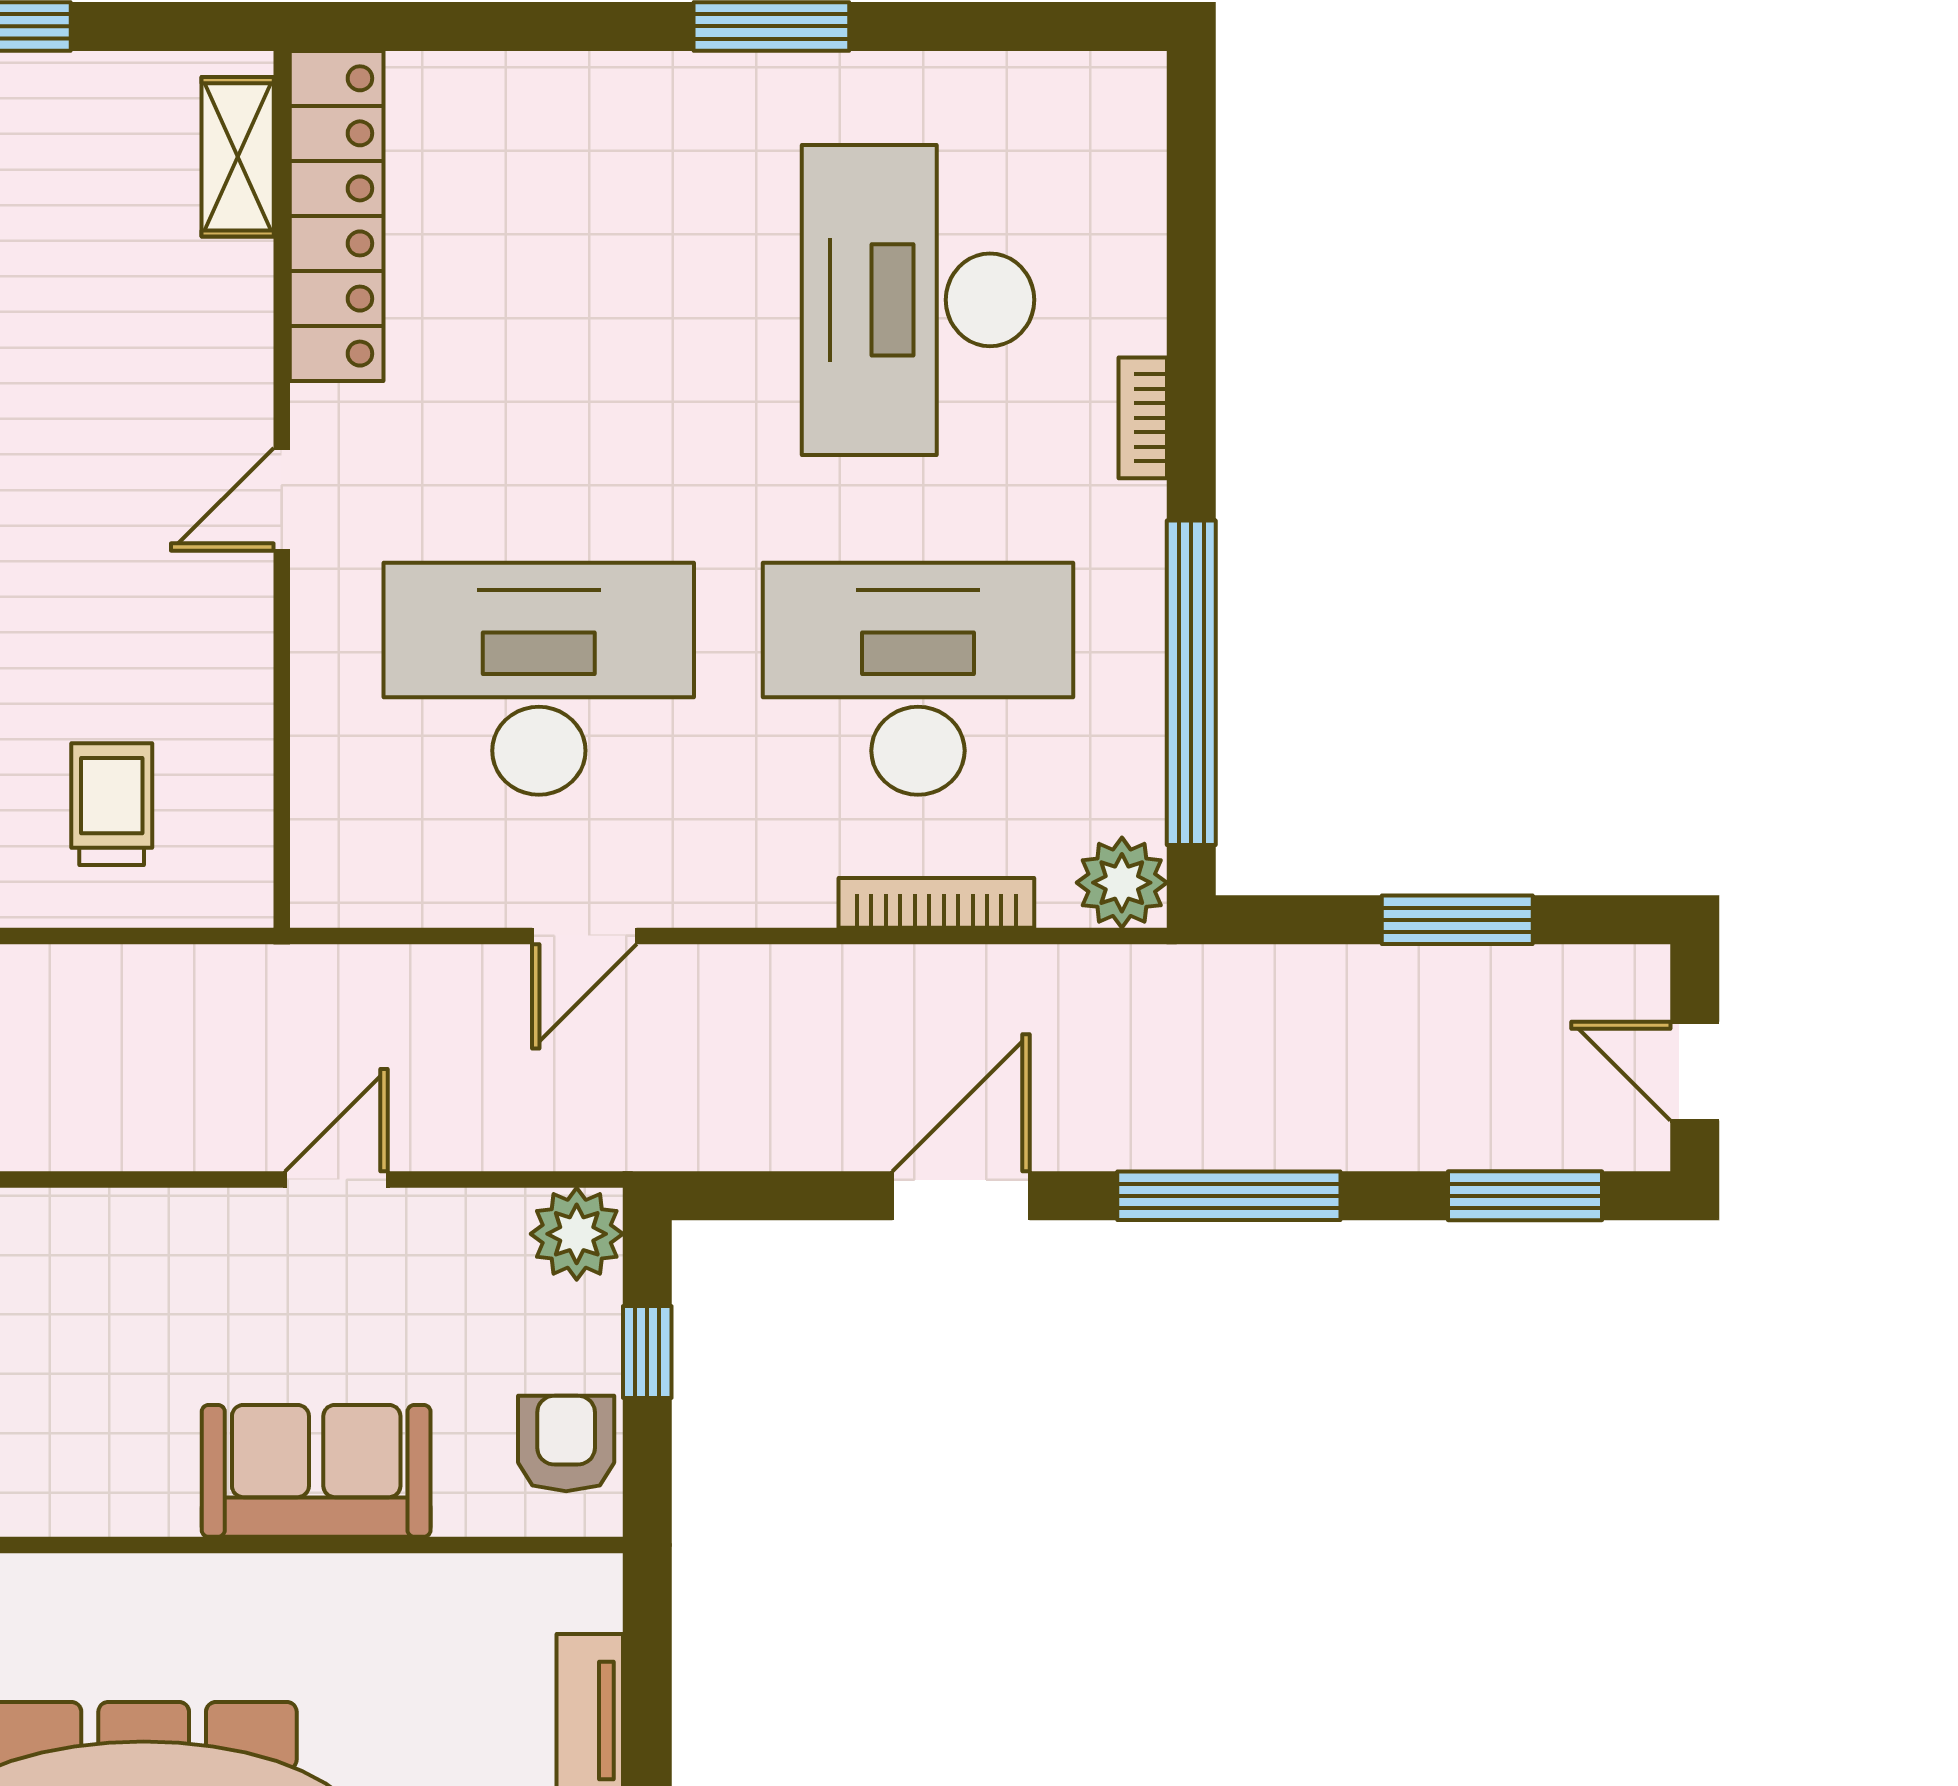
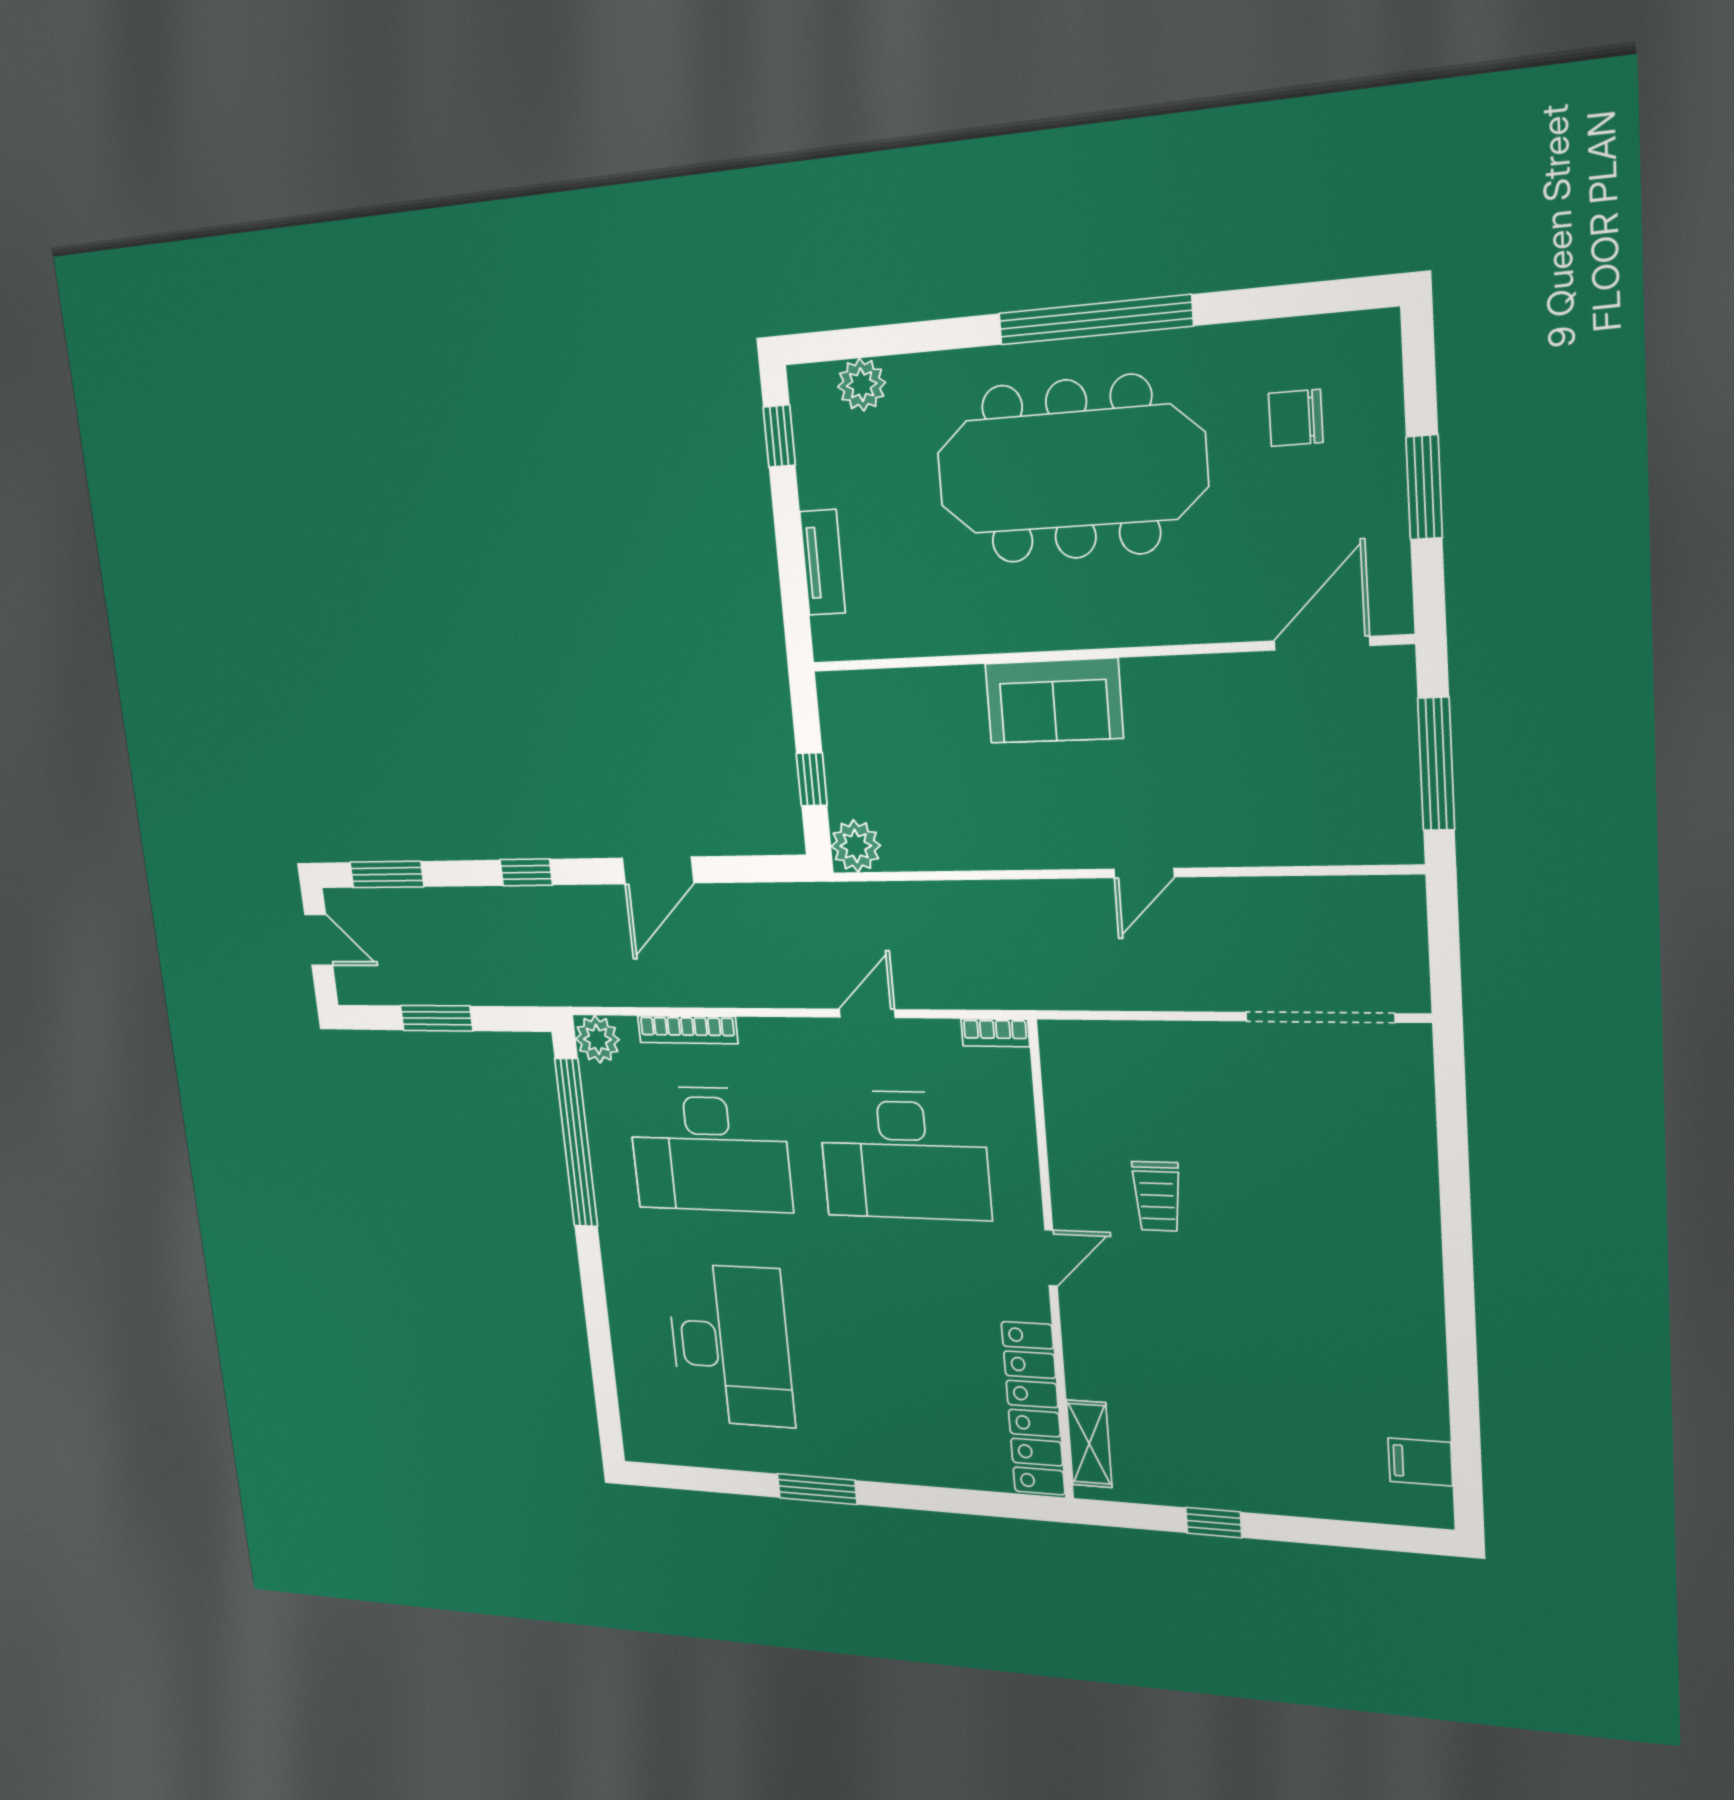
bookcase: (1143, 418) -> (995, 1033), moved, turned 90
trolley: (112, 804) -> (1157, 1196), moved
door: (336, 1180) -> (1144, 873), moved
window: (1229, 1196) -> (526, 872), width x0.46
armchair: (566, 1444) -> (850, 725), removed
sofa: (316, 1471) -> (1054, 701), moved

